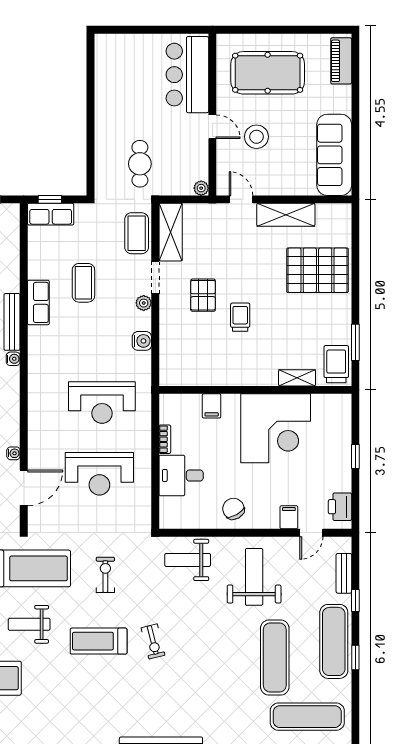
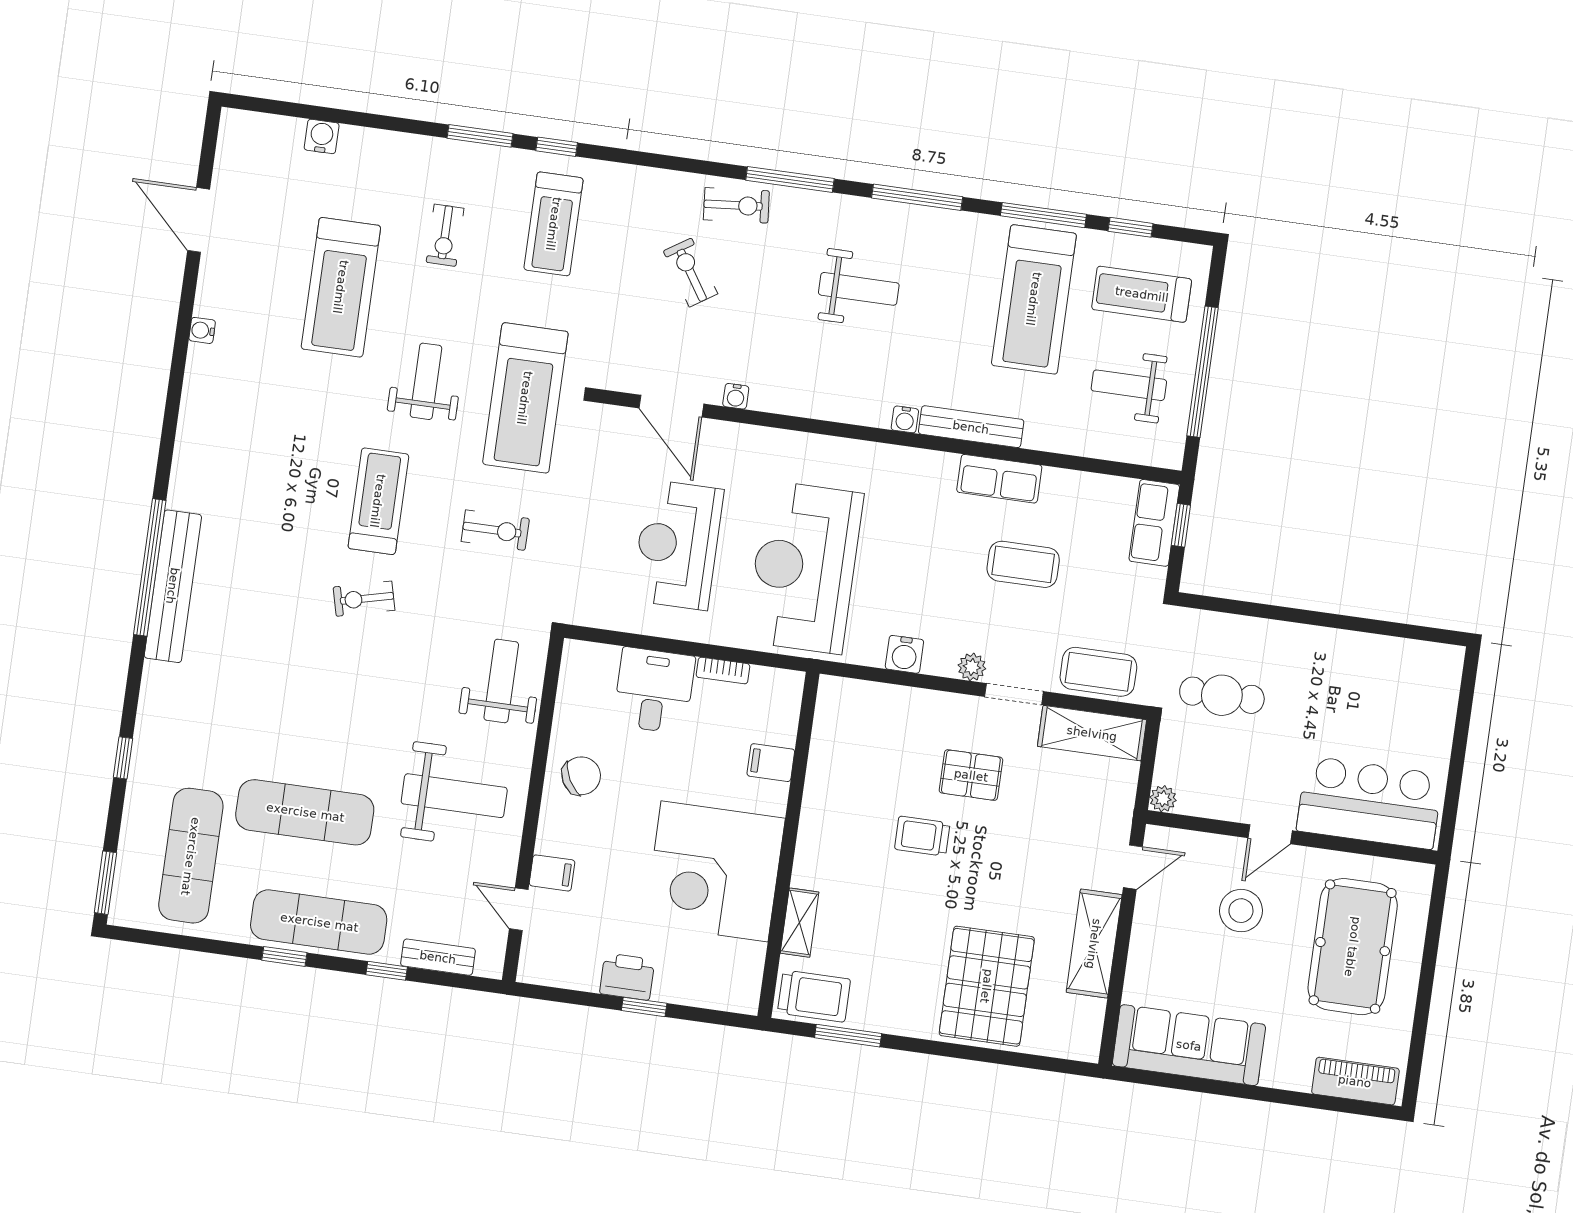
trolley: (240, 317) -> (922, 836), turned 180
reception desk: (102, 403) -> (804, 567), width x1.36, depth x1.30
printer: (340, 507) -> (627, 977), moved

